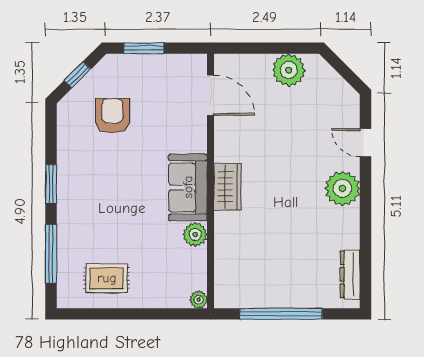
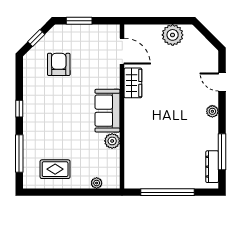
window: (51, 184) -> (19, 109), width x0.67
wardrobe: (227, 187) -> (133, 83), moved
plant: (342, 188) -> (212, 111), width x0.53, depth x0.53
window: (365, 251) -> (222, 152), added
plant: (199, 300) -> (97, 183), moved

